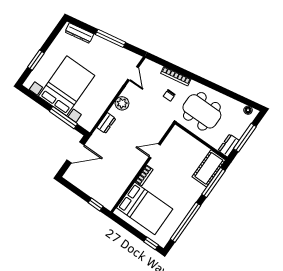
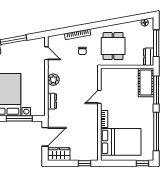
dining table: (202, 111) -> (113, 46), width x0.73
wardrobe: (77, 178) -> (59, 154), added

